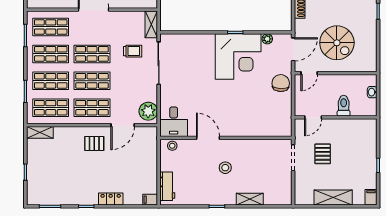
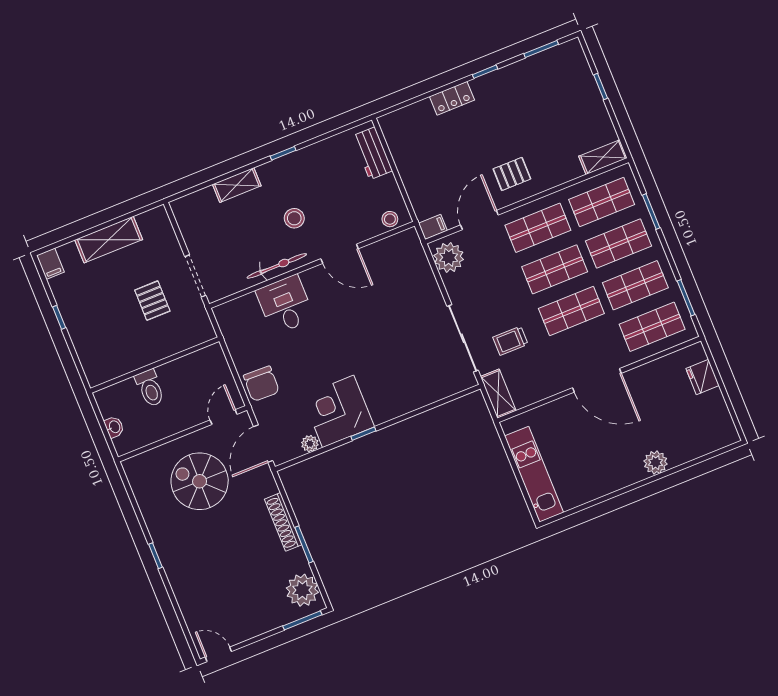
corner desk: (238, 57) -> (338, 411), width x0.74, depth x0.74
door: (313, 117) -> (190, 351), removed
desk: (174, 122) -> (285, 305), moved
bicycle: (246, 145) -> (277, 266), added
filing cabinet: (150, 200) -> (433, 227), moved

